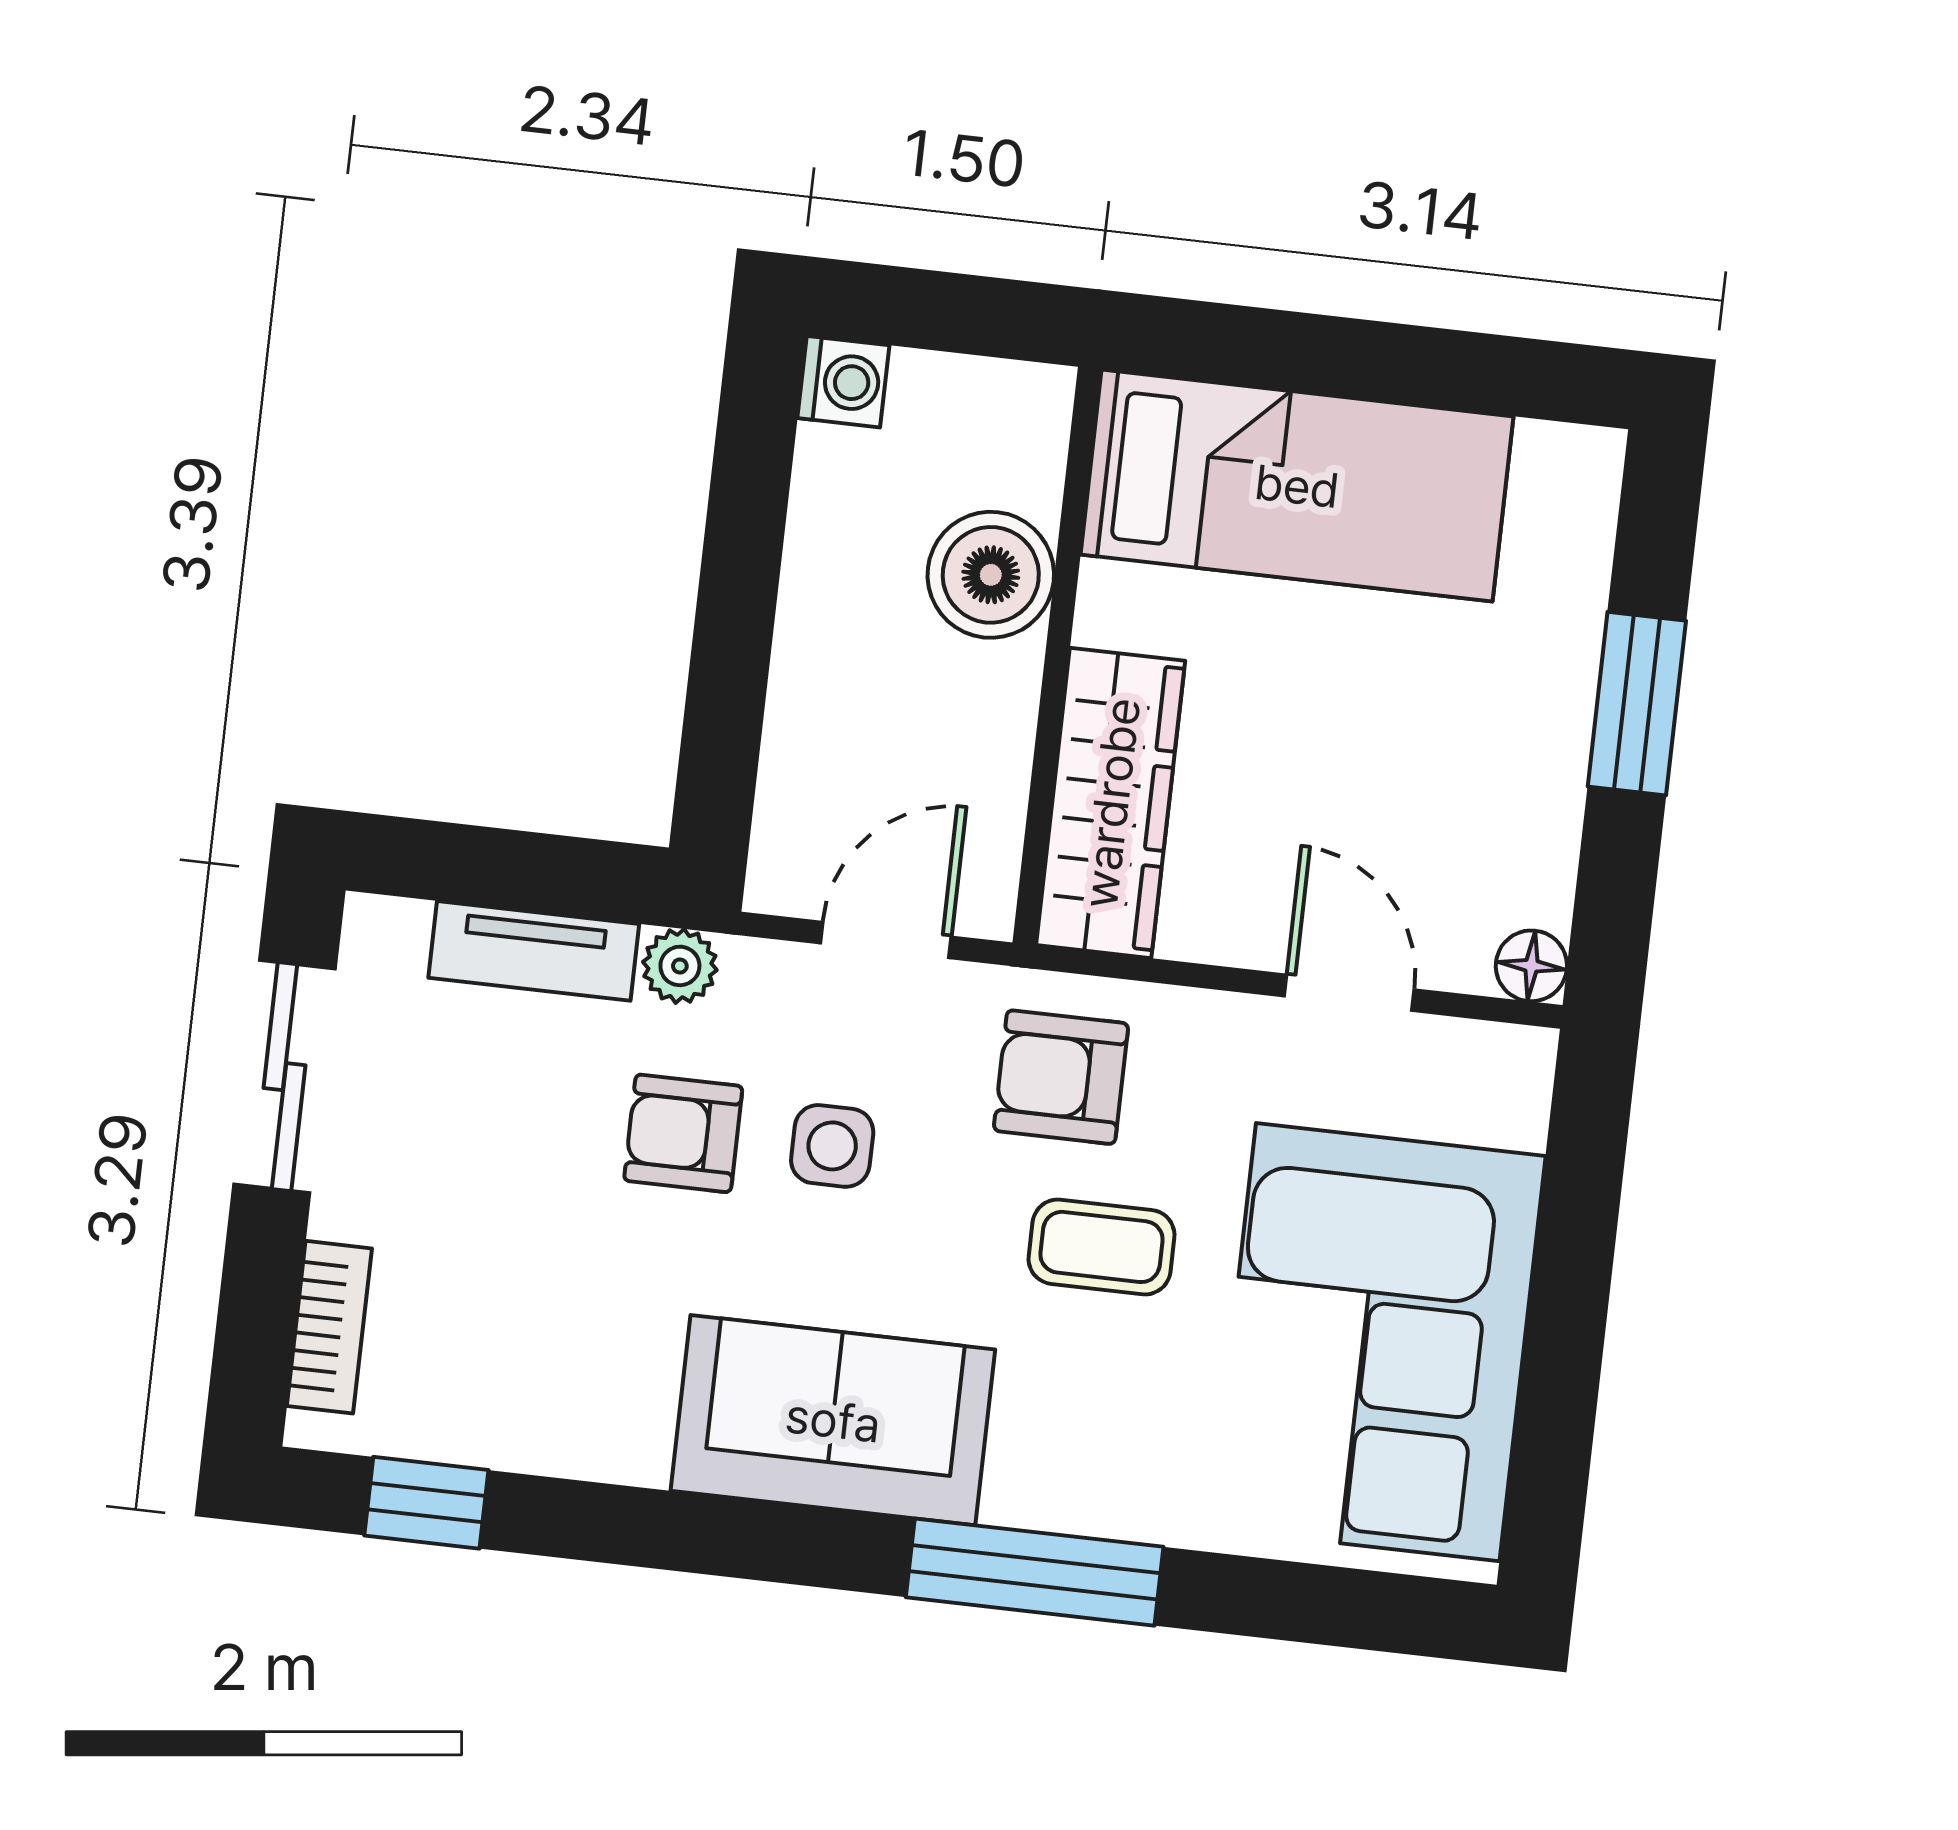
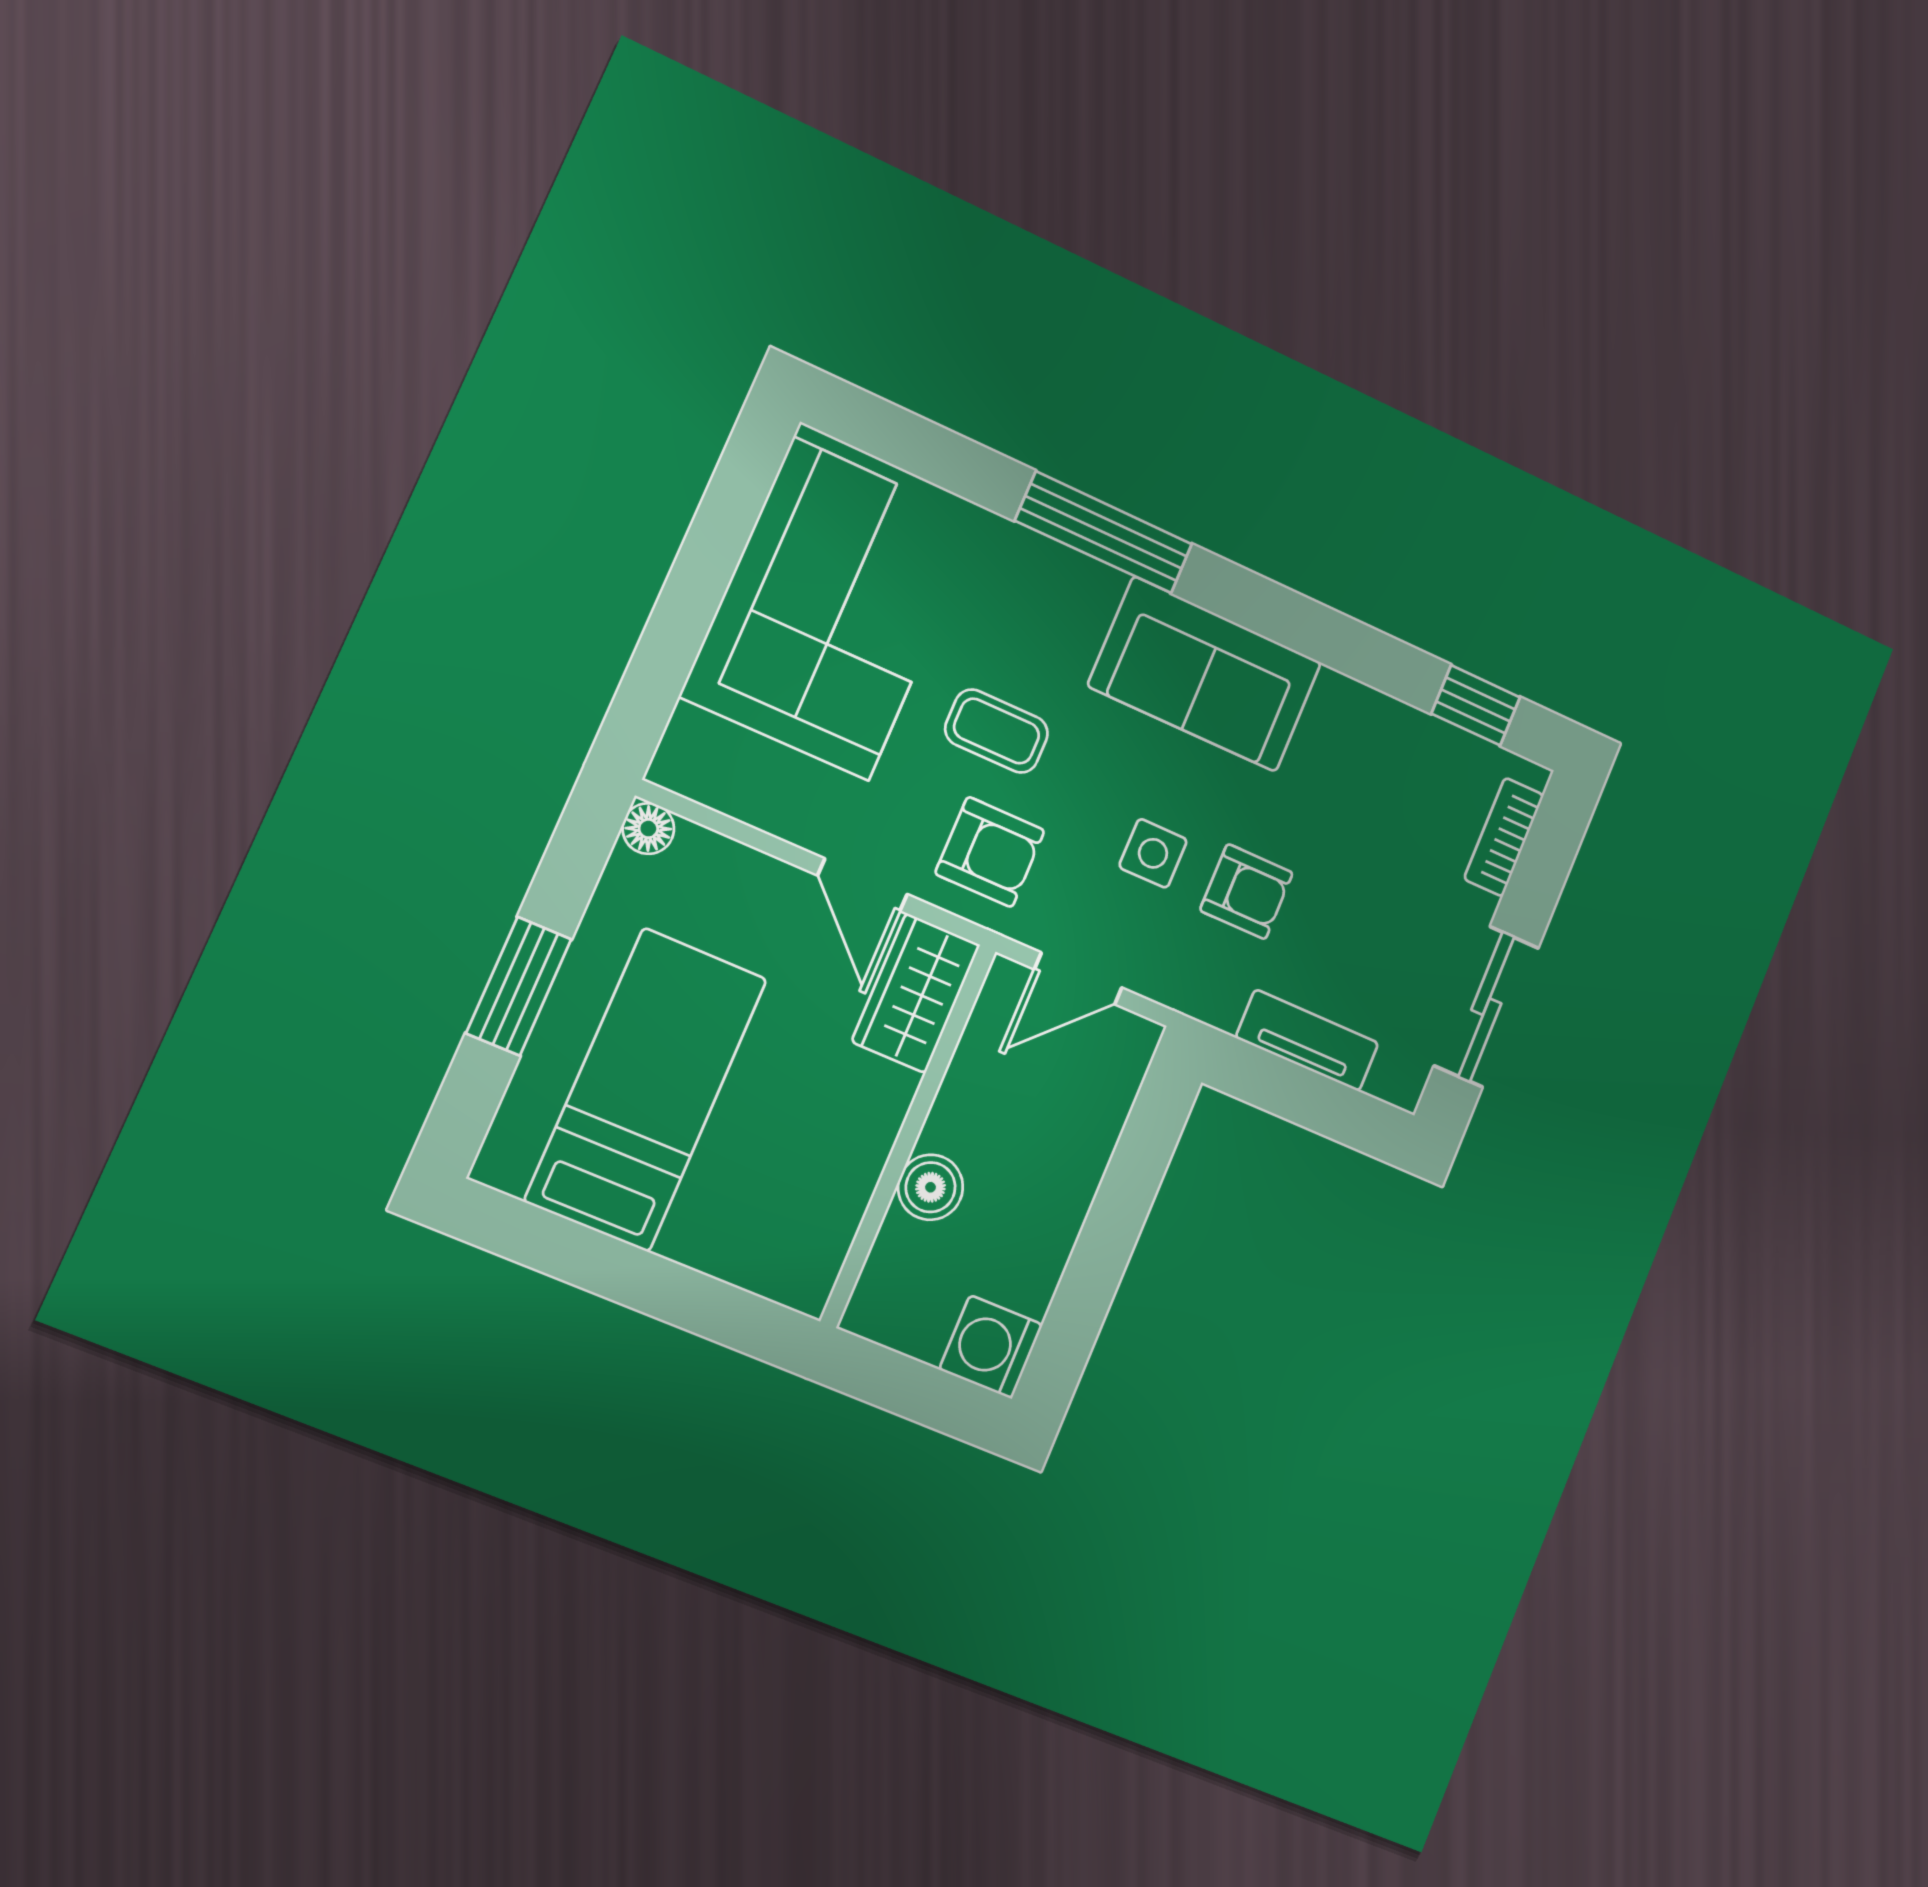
washing machine: (843, 382) -> (991, 1347), width x1.38, depth x1.38
bed: (1297, 486) -> (646, 1089), moved, turned 90
boiler: (991, 575) -> (931, 1187), width x0.73, depth x0.73
wardrobe: (1111, 803) -> (916, 993), width x0.67
plant: (680, 966) -> (1217, 1002), removed
door: (1349, 993) -> (862, 885), moved

